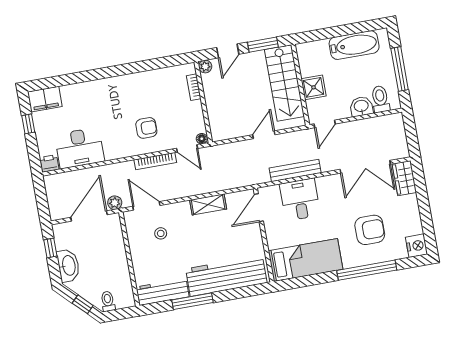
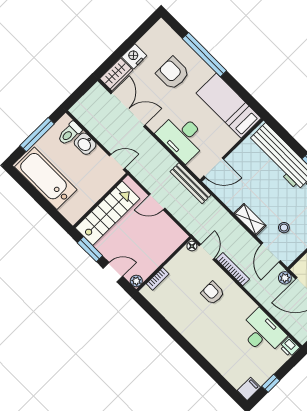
bathtub: (354, 45) -> (46, 178), width x1.36, depth x1.36
shower: (314, 87) -> (96, 189), removed
filing cabinet: (45, 99) -> (249, 389), width x0.50
bench: (295, 170) -> (190, 183), moved
desk: (300, 200) -> (182, 137), width x1.37
shelving: (208, 204) -> (250, 220), moved
nightstand: (416, 246) -> (134, 56), moved

